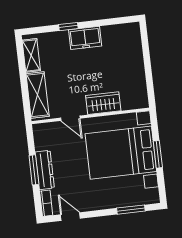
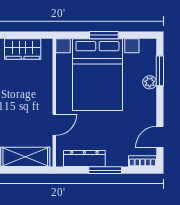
wardrobe: (103, 103) -> (23, 49), moved, turned -90
dresser: (45, 170) -> (84, 159), moved
plant: (119, 201) -> (150, 82), added

